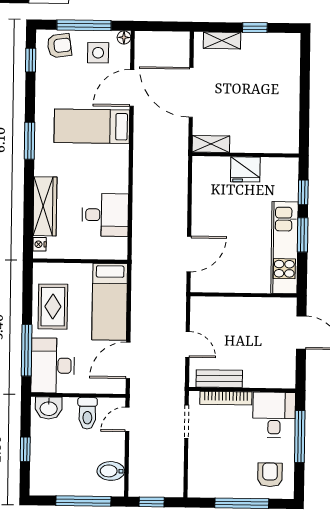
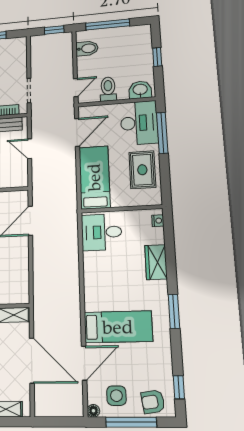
wardrobe: (45, 206) -> (156, 262), width x0.67
desk: (105, 215) -> (101, 232), moved

